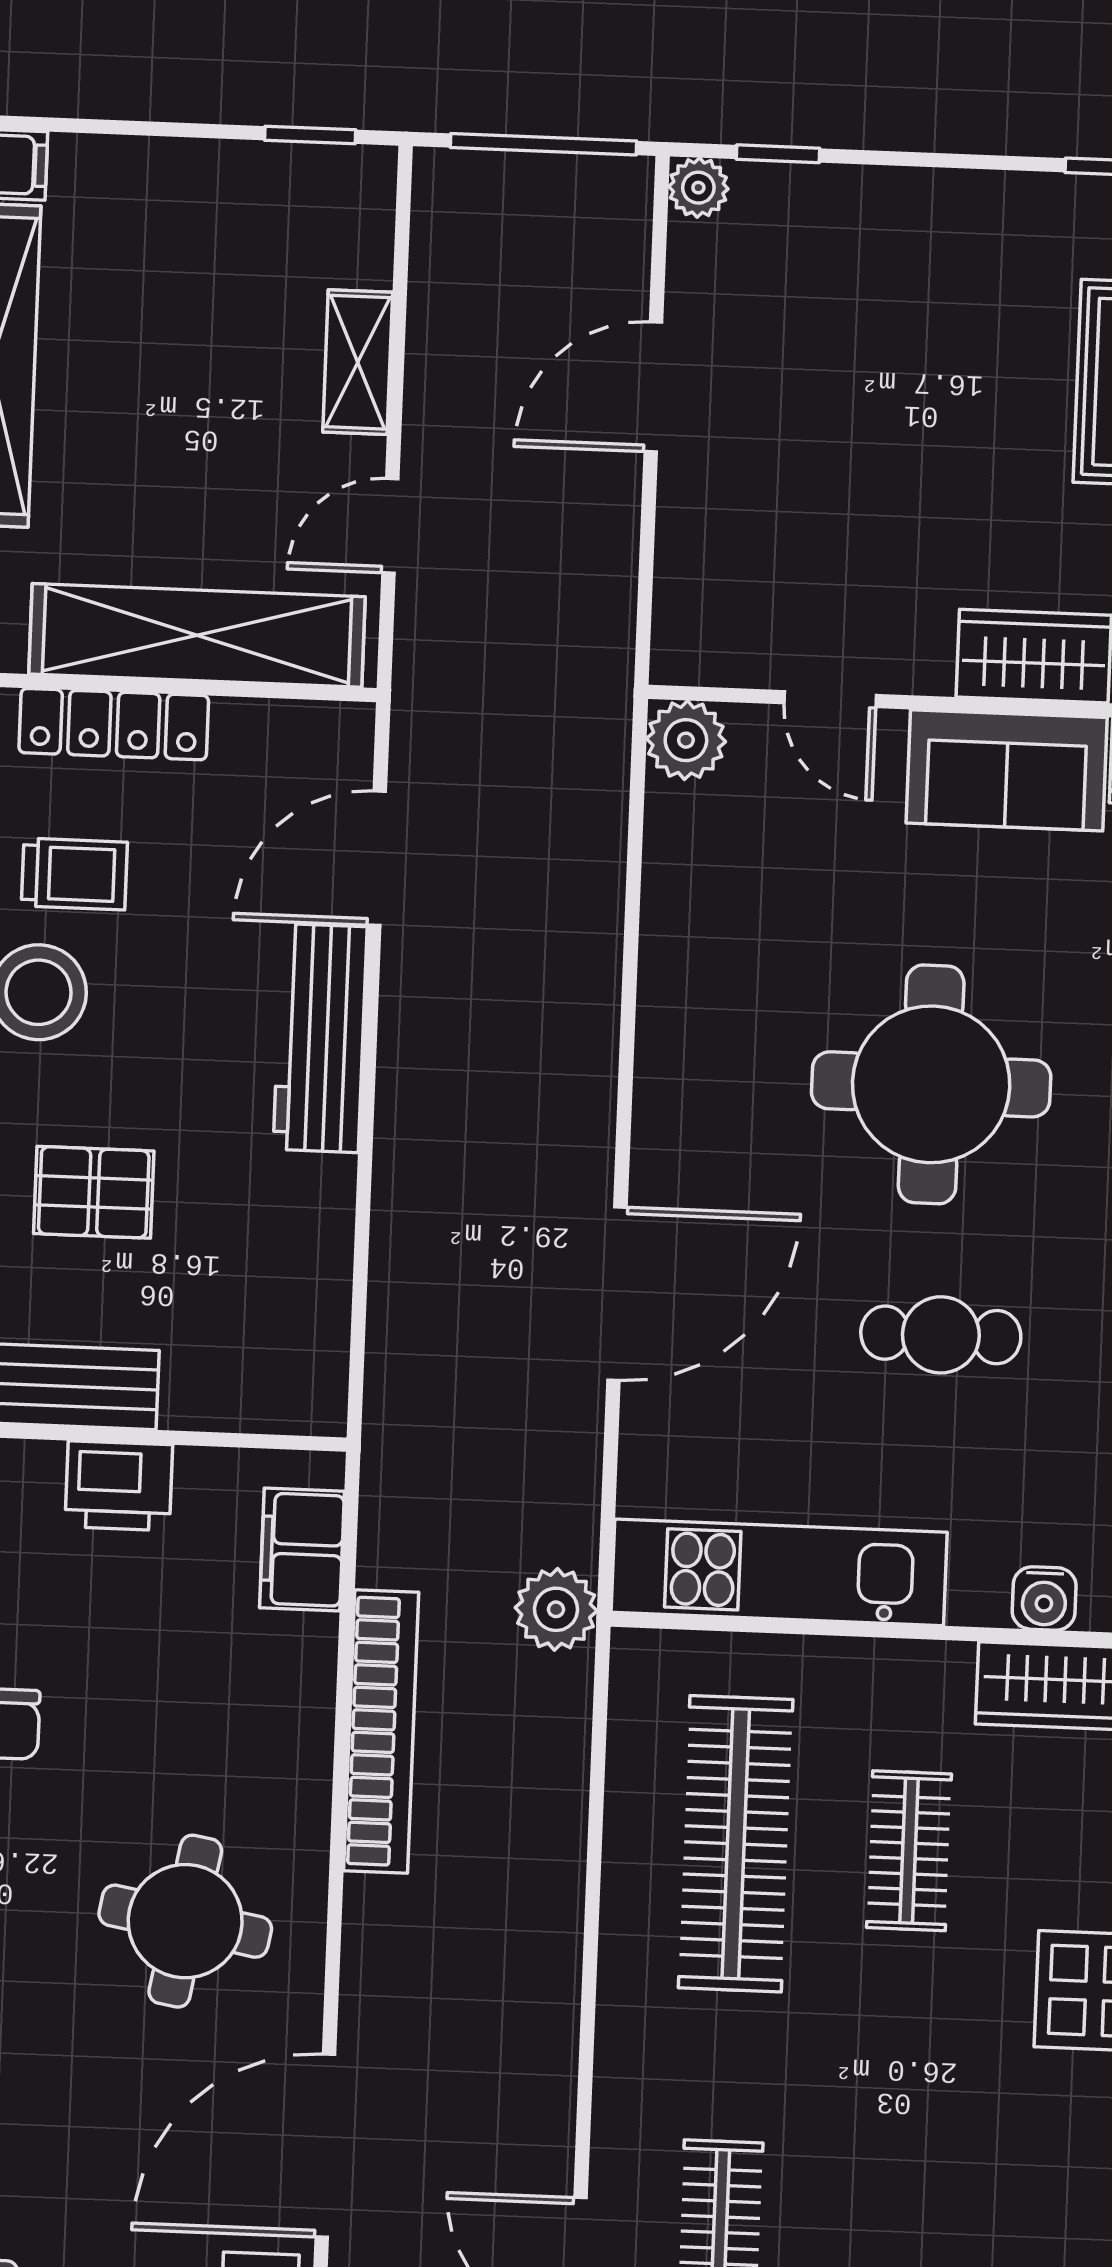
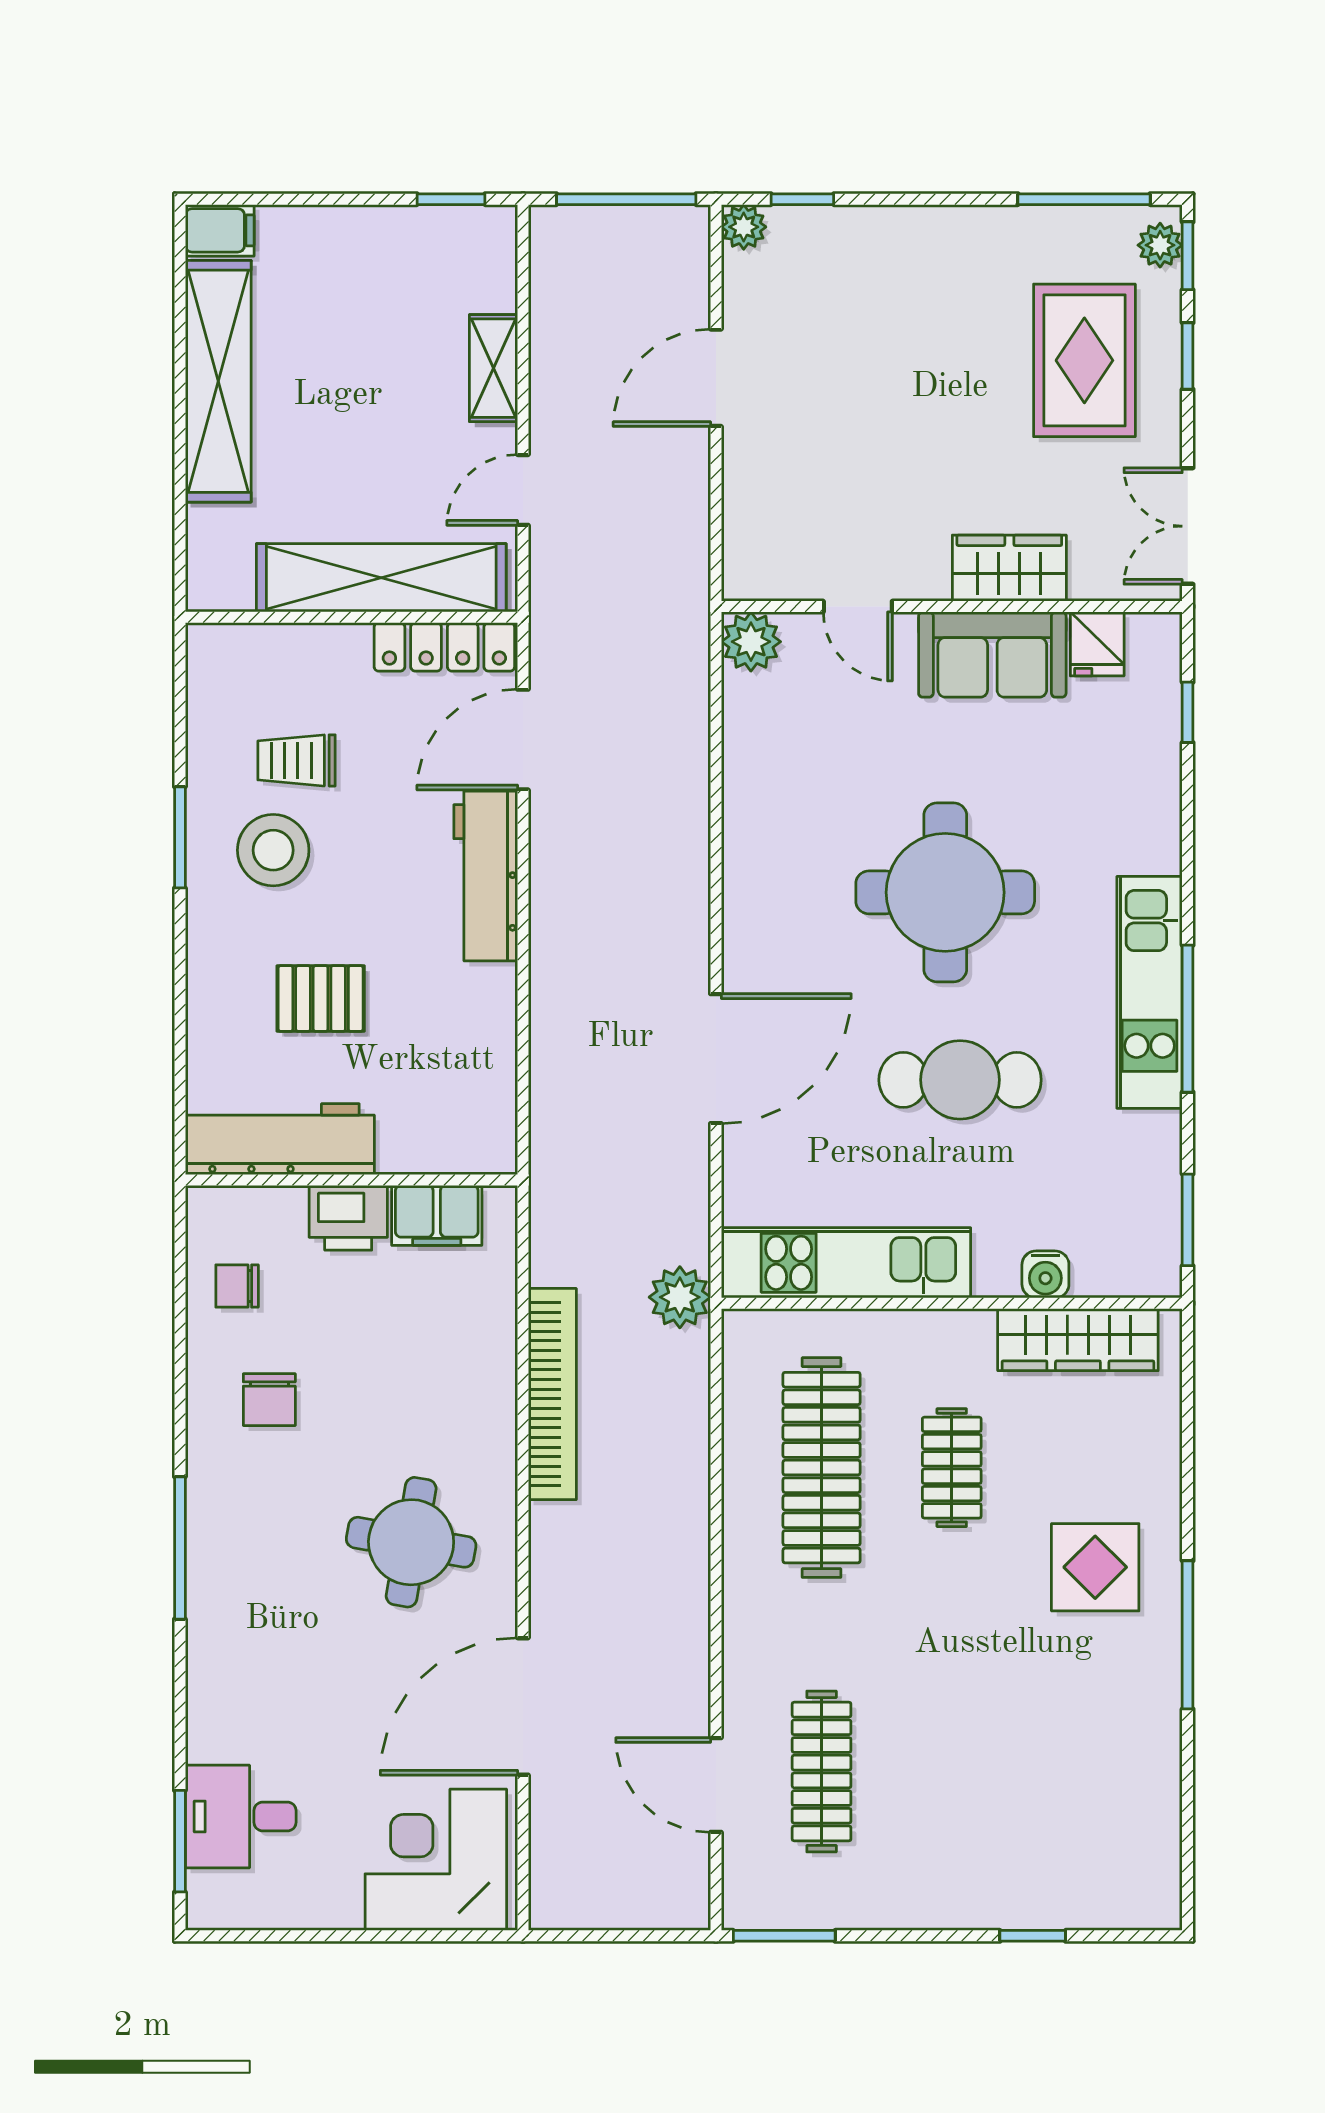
locker: (114, 724) -> (444, 647), moved
trolley: (74, 874) -> (296, 760), turned 180
cafe table: (941, 1335) -> (960, 1080), width x1.37, depth x1.35
filing cabinet: (302, 1550) -> (437, 1215), moved, turned -90

